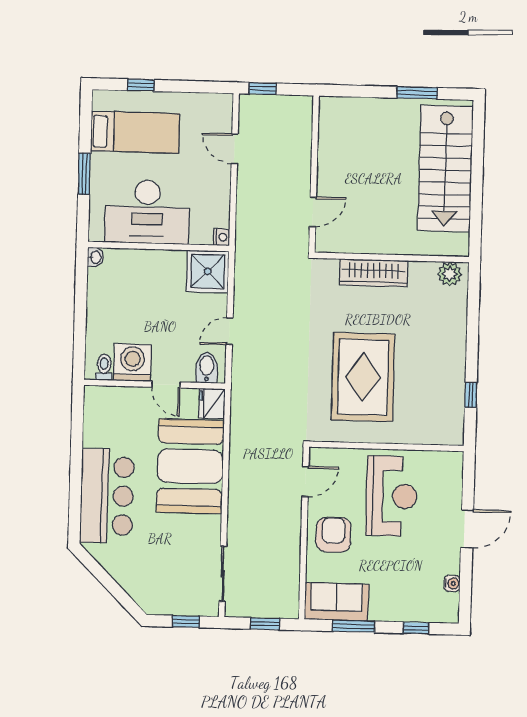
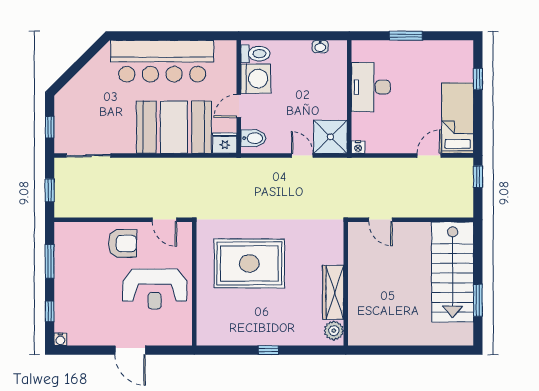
bed: (135, 132) -> (458, 118), moved, turned 180
stairs: (445, 169) -> (453, 272), moved, turned -90
desk: (147, 212) -> (371, 87), width x0.73, depth x0.77
washbasin: (95, 257) -> (320, 47), moved
wardrobe: (373, 273) -> (333, 292), moved
door: (229, 331) -> (302, 156), moved
toilet: (104, 367) -> (255, 54), width x1.37, depth x1.39
window: (471, 395) -> (268, 350), moved
bar counter: (107, 496) -> (162, 61), width x1.36
water cooler: (452, 583) -> (60, 339), moved
sofa: (336, 602) -> (69, 247), removed

